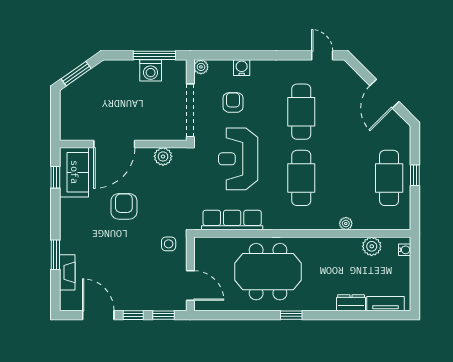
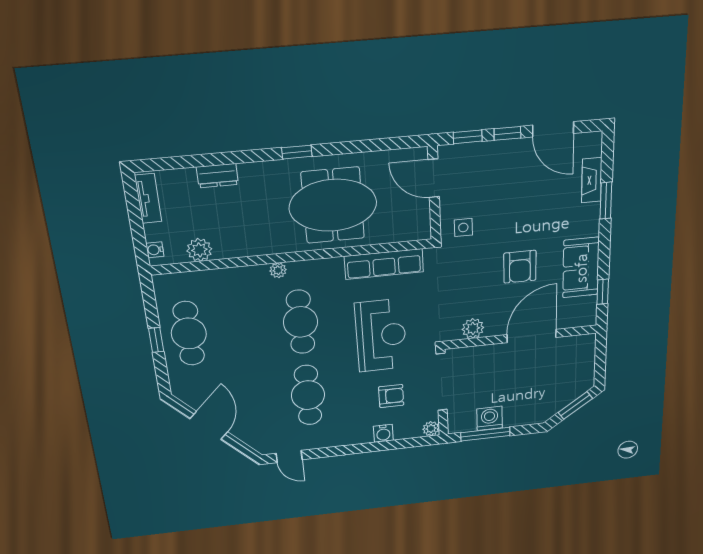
armchair: (233, 102) -> (391, 396), turned -90
sofa: (74, 172) -> (581, 268), moved
plant: (346, 224) -> (278, 270), moved
tv unit: (386, 304) -> (148, 198), moved, turned -90

